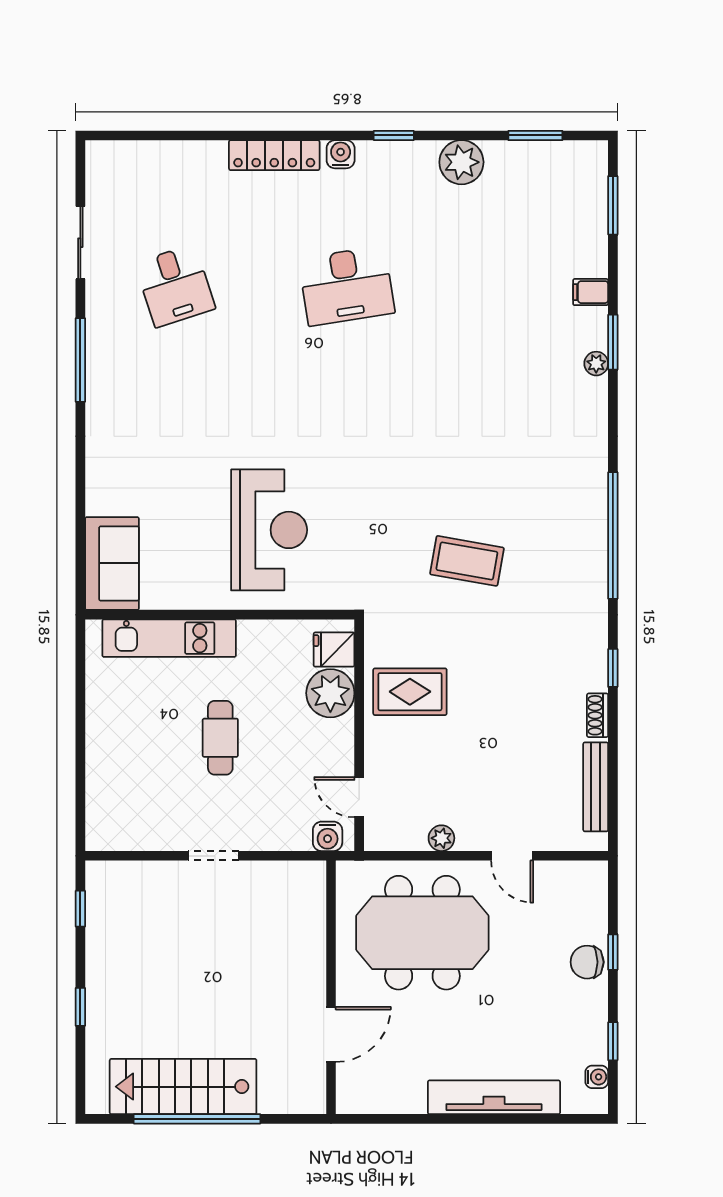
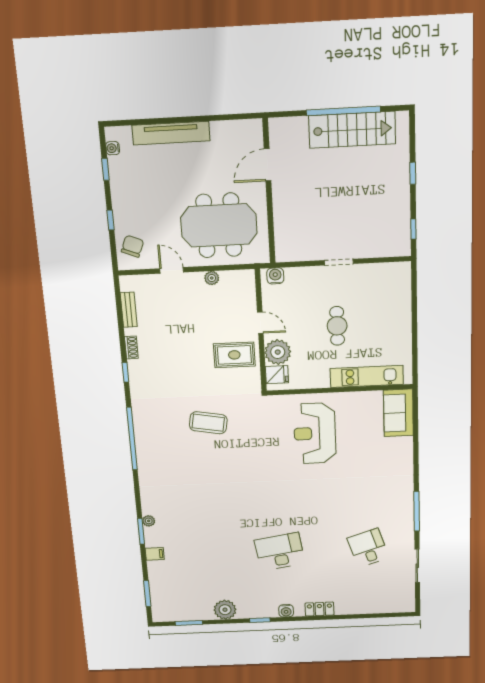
locker: (274, 155) -> (320, 609), width x0.66
bench: (596, 787) -> (129, 310), width x0.73
door: (359, 797) -> (260, 323), moved
chair: (587, 962) -> (133, 246), moved, turned -68

